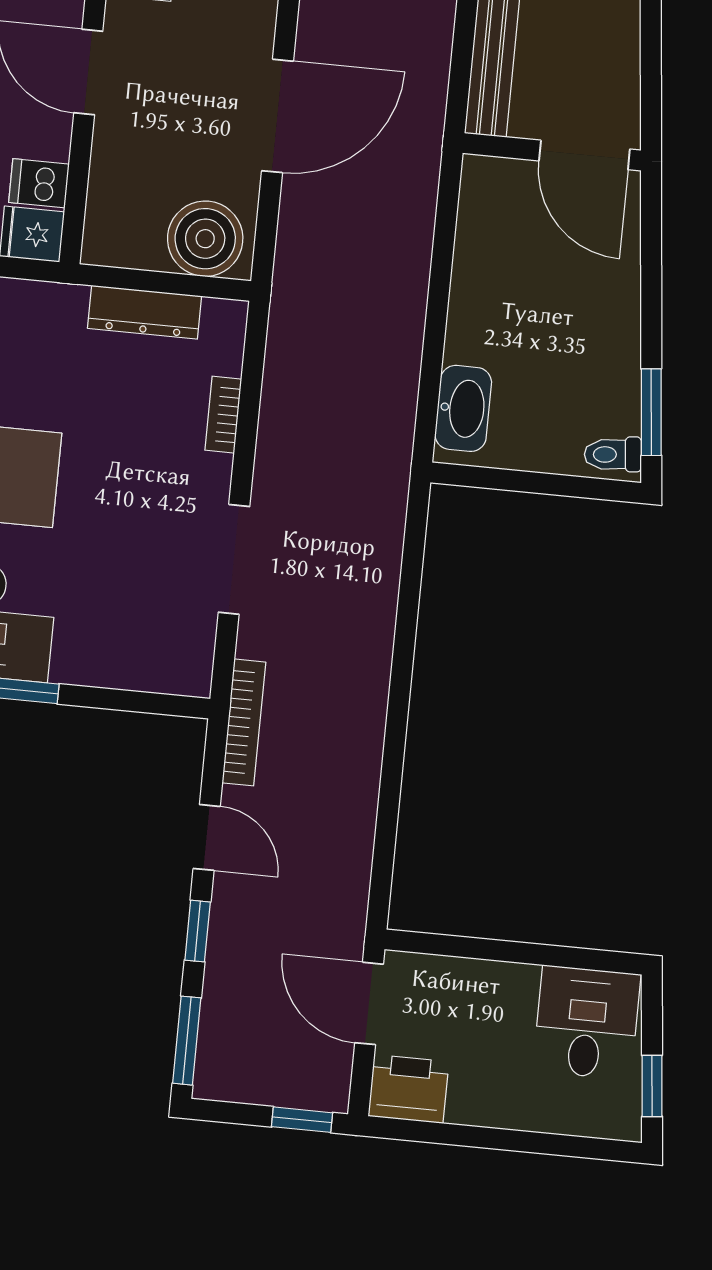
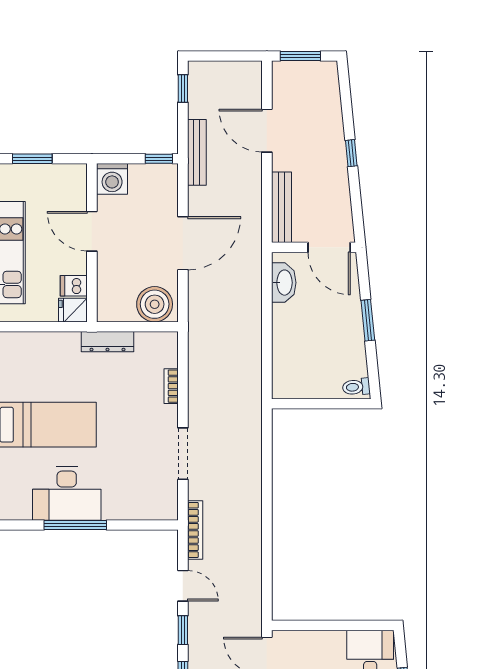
dresser: (145, 312) -> (107, 342), moved
washbasin: (463, 408) -> (284, 283), moved
window: (651, 412) -> (368, 320), moved

